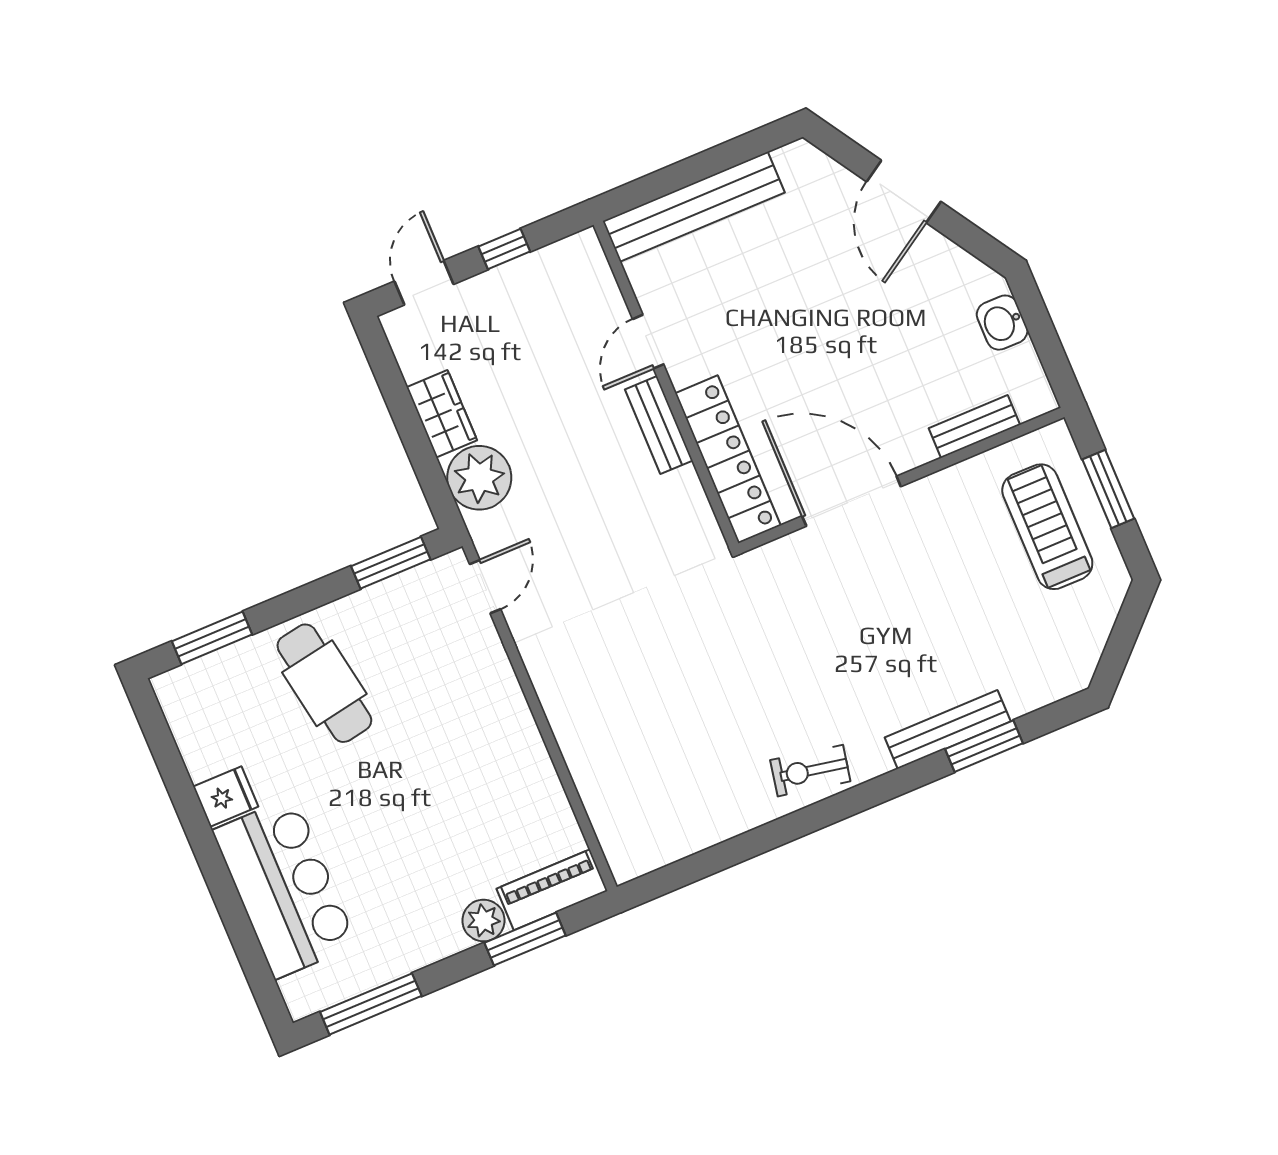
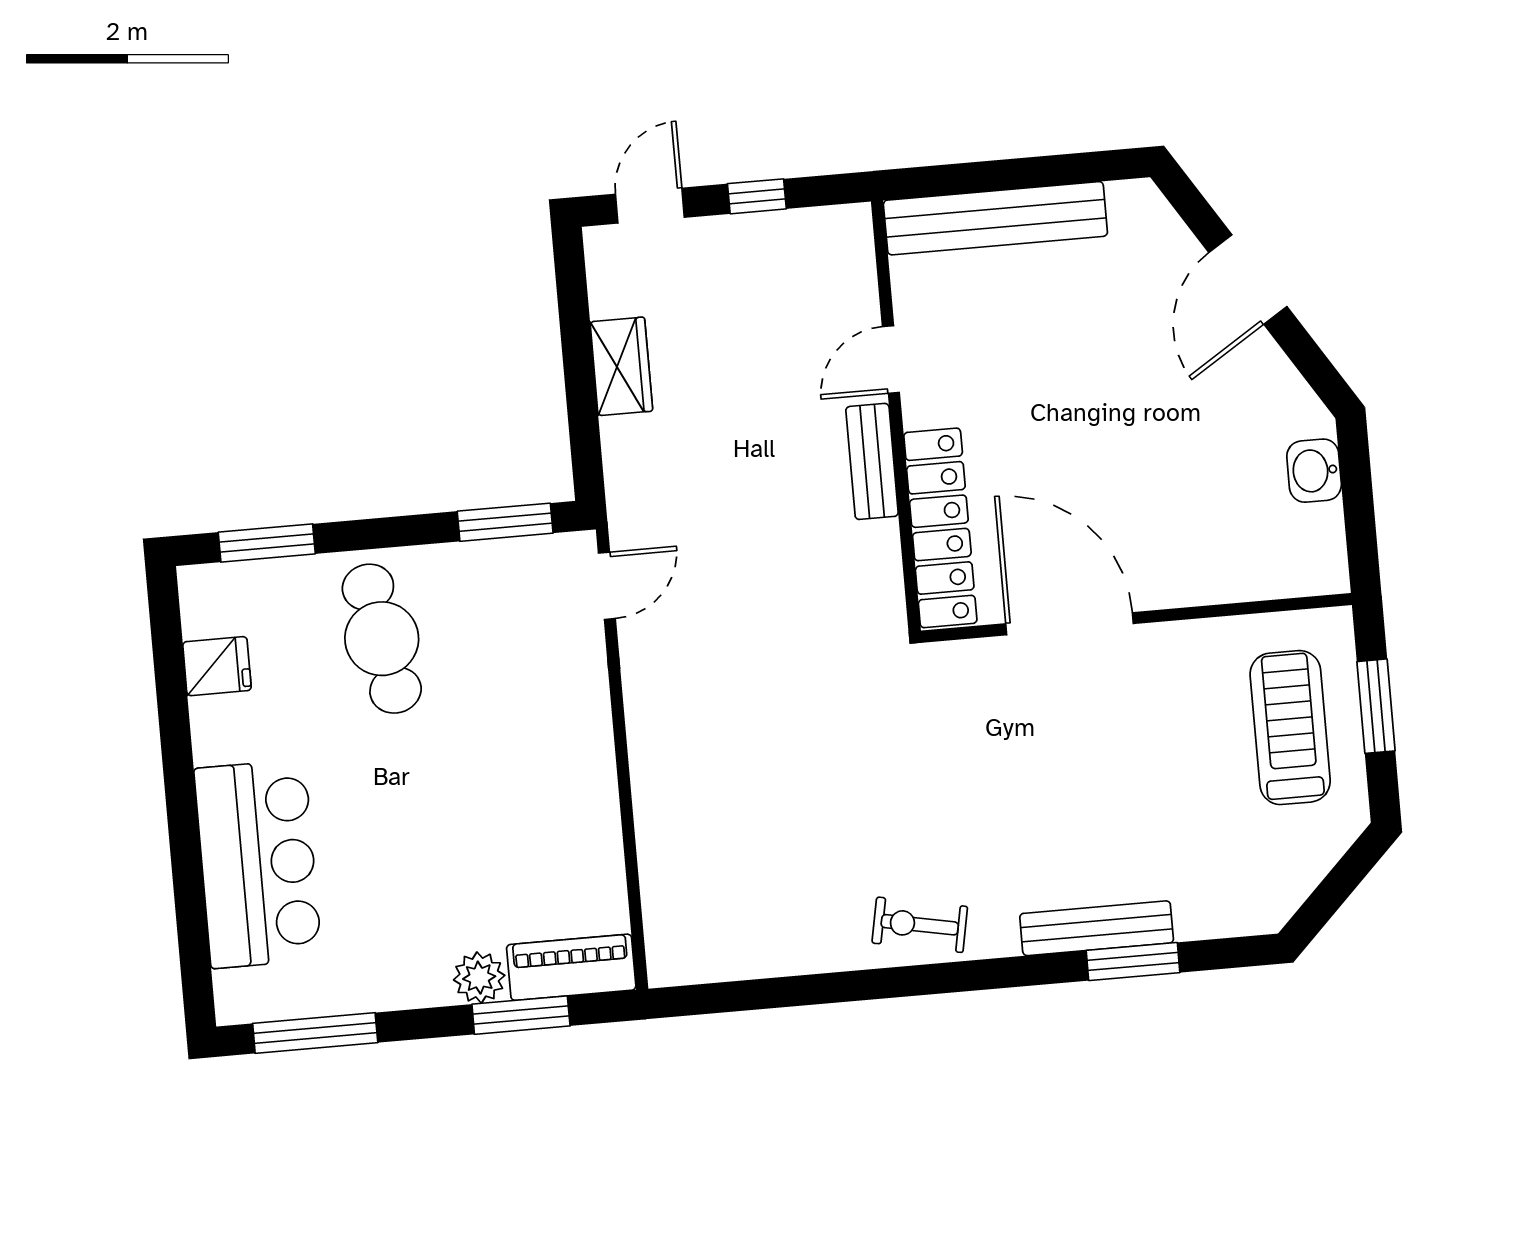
bench: (974, 426) -> (1242, 582), removed
plant: (479, 478) -> (641, 456), removed
fridge: (226, 797) -> (217, 666), moved

